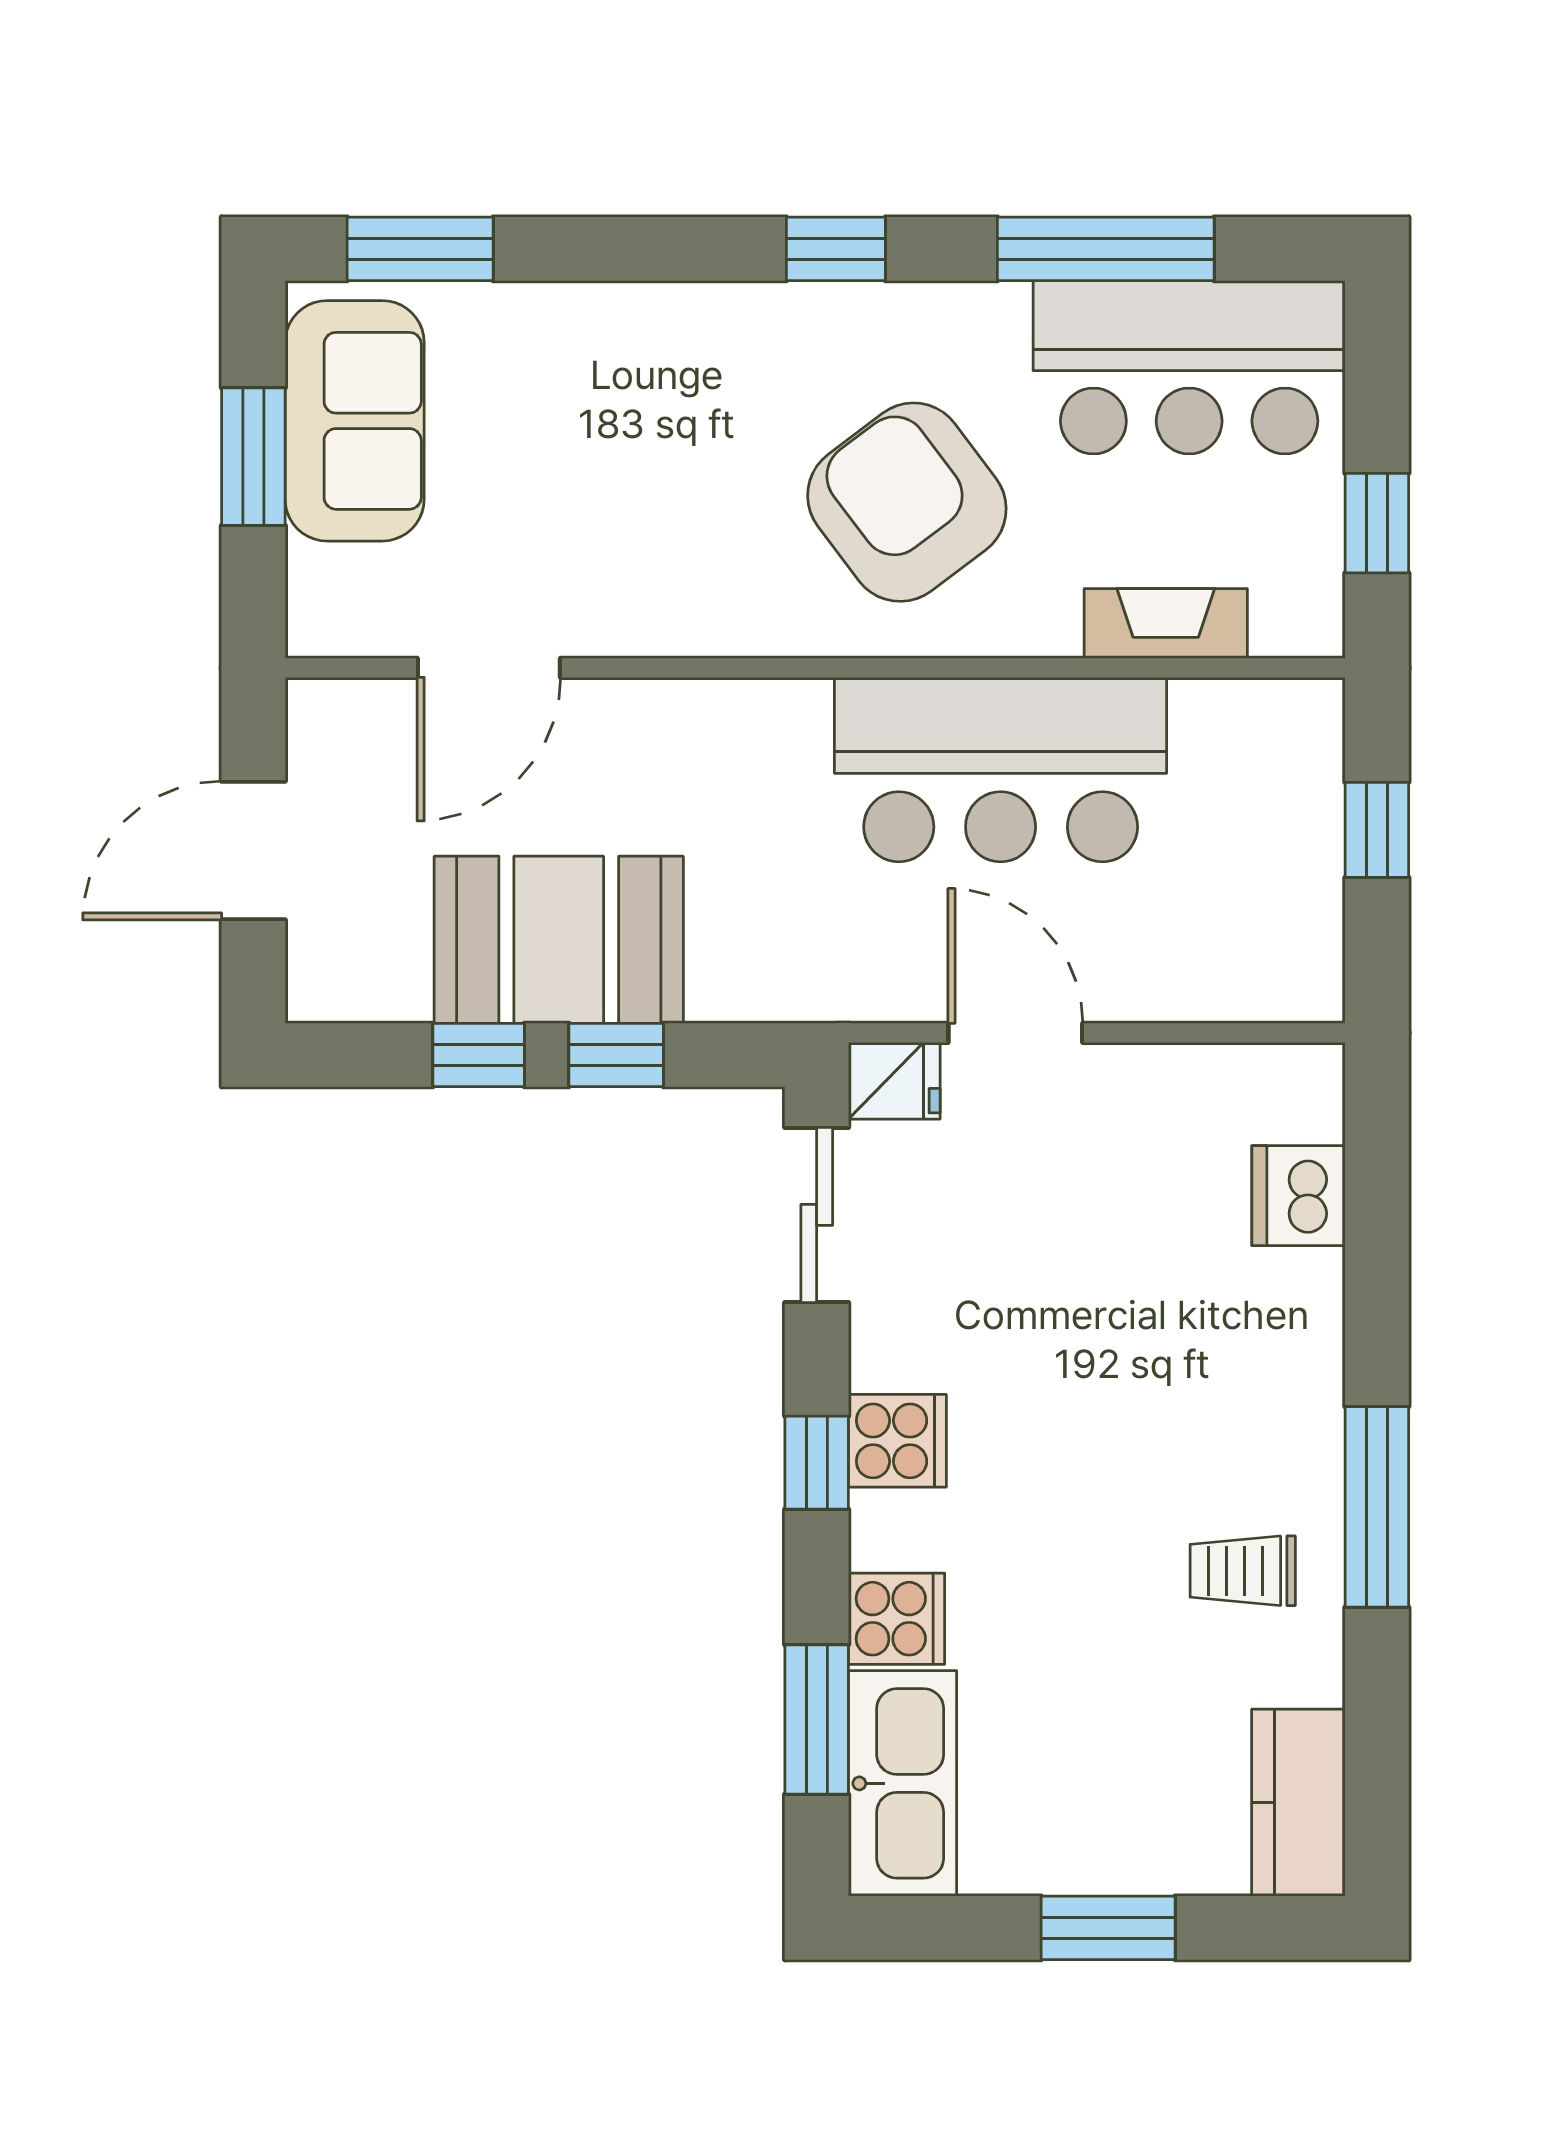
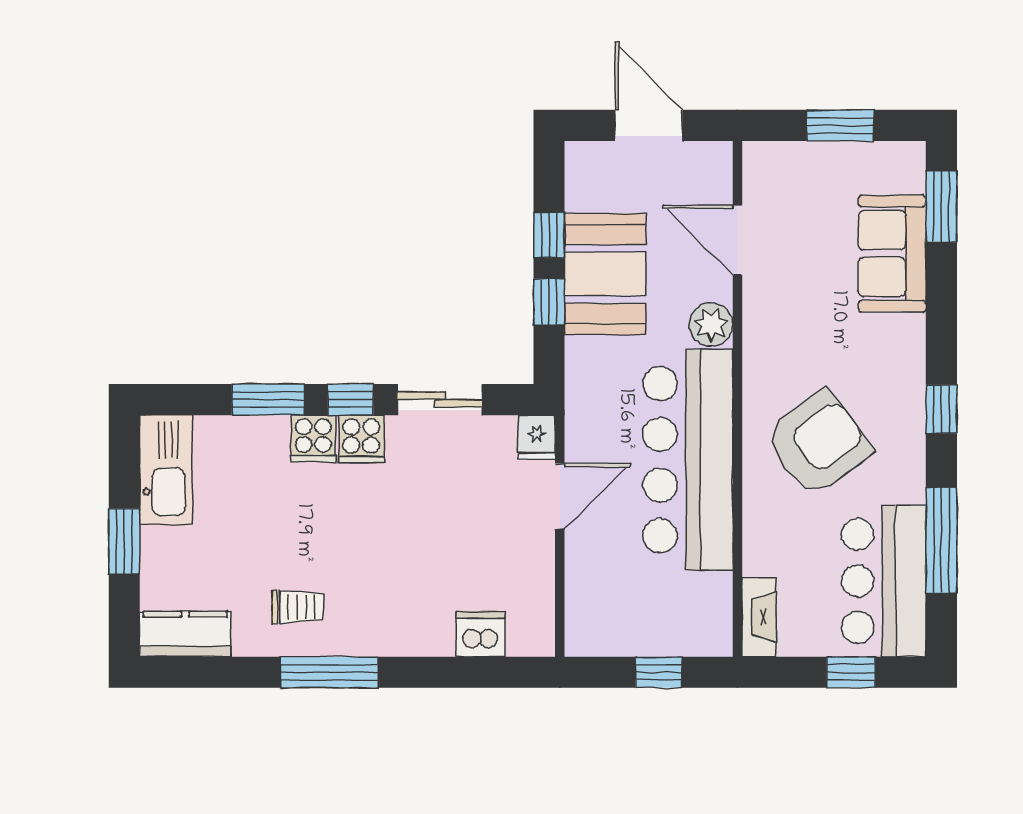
sofa: (355, 421) -> (892, 254), moved, turned 90
window: (1377, 523) -> (851, 672), moved
fireplace: (1166, 623) -> (759, 617), moved
plant: (663, 722) -> (711, 325), added
bar counter: (1001, 770) -> (688, 460), width x1.36
sliding door: (817, 1215) -> (440, 400), moved
trolley: (1243, 1571) -> (298, 607), turned 90
cooker: (897, 1619) -> (313, 438), moved
window: (817, 1720) -> (268, 400), moved
kitchen sink: (903, 1783) -> (166, 470), moved, turned -90

